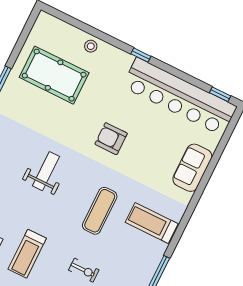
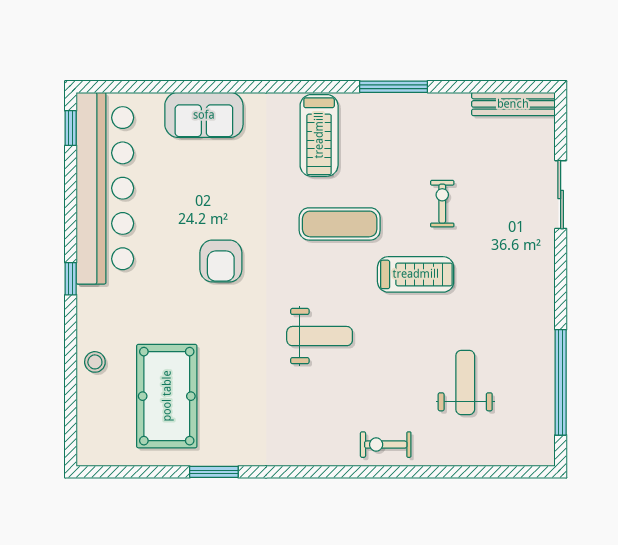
weight bench: (46, 171) -> (320, 336), turned 180
treadmill: (27, 254) -> (416, 274), moved

